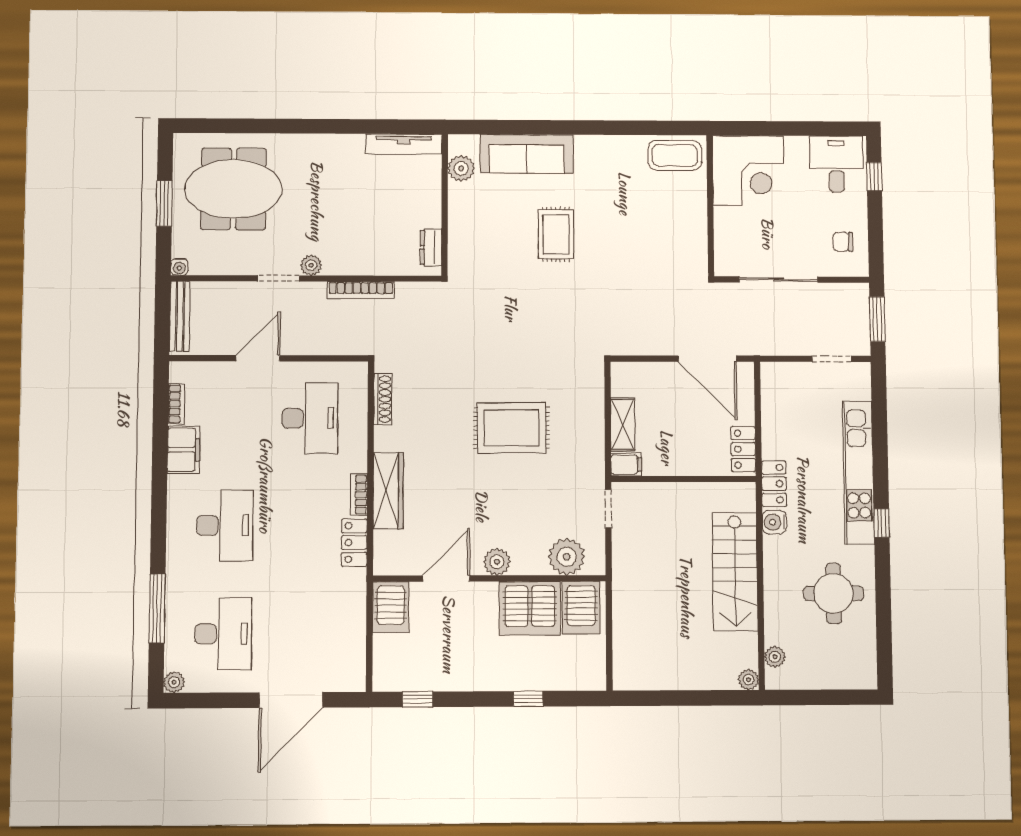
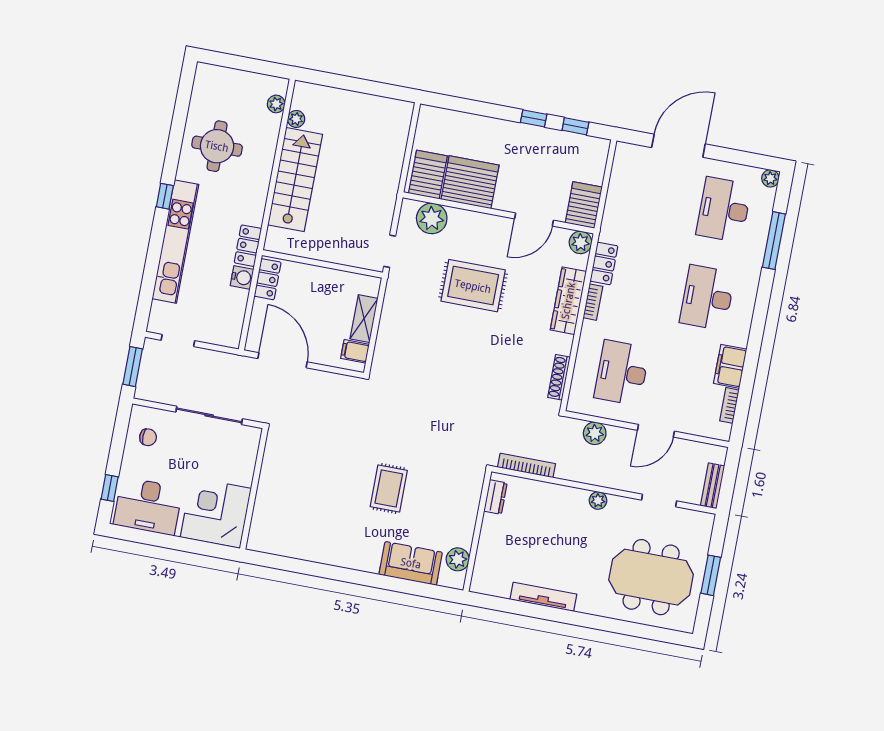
tv unit: (404, 144) -> (543, 597), moved
sofa: (527, 154) -> (411, 563), width x0.73
coffee table: (675, 155) -> (275, 537), removed
desk: (836, 164) -> (148, 506), width x1.37
water cooler: (179, 267) -> (707, 520), removed
doorway: (279, 278) -> (659, 501), moved
bookcase: (361, 290) -> (527, 466), moved
bench: (180, 316) -> (713, 486), width x0.73
plant: (329, 342) -> (595, 433), added
rug: (512, 428) -> (473, 286), moved
filing cabinet: (626, 465) -> (355, 351), moved
water cooler: (774, 522) -> (242, 277), moved
plant: (497, 562) -> (580, 242), moved
plant: (749, 680) -> (296, 119), moved
window: (528, 699) -> (534, 118), moved

